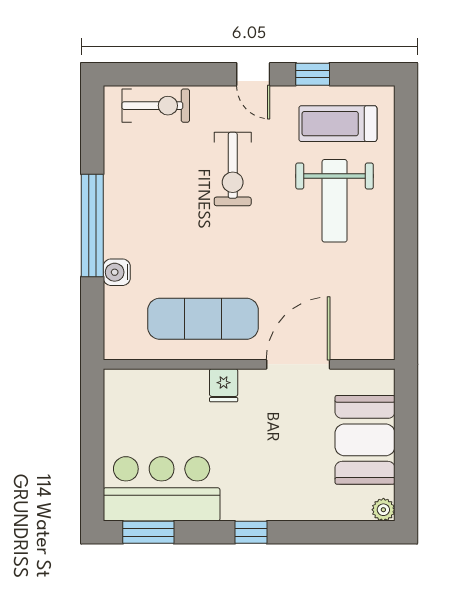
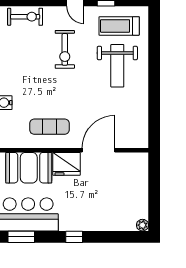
exercise mat: (203, 319) -> (49, 127), width x0.73, depth x0.69
fridge: (224, 385) -> (66, 164), width x1.88, depth x1.34
booth: (365, 440) -> (29, 168), moved, turned 90

